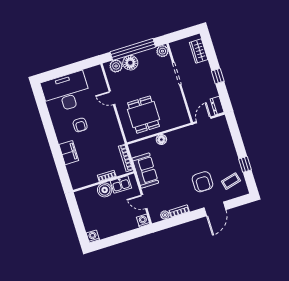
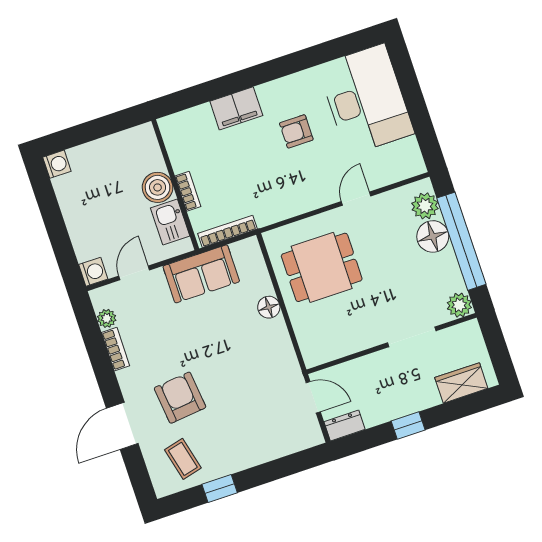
armchair: (202, 182) -> (180, 398), turned 84
door: (215, 209) -> (122, 426), hinge flipped

